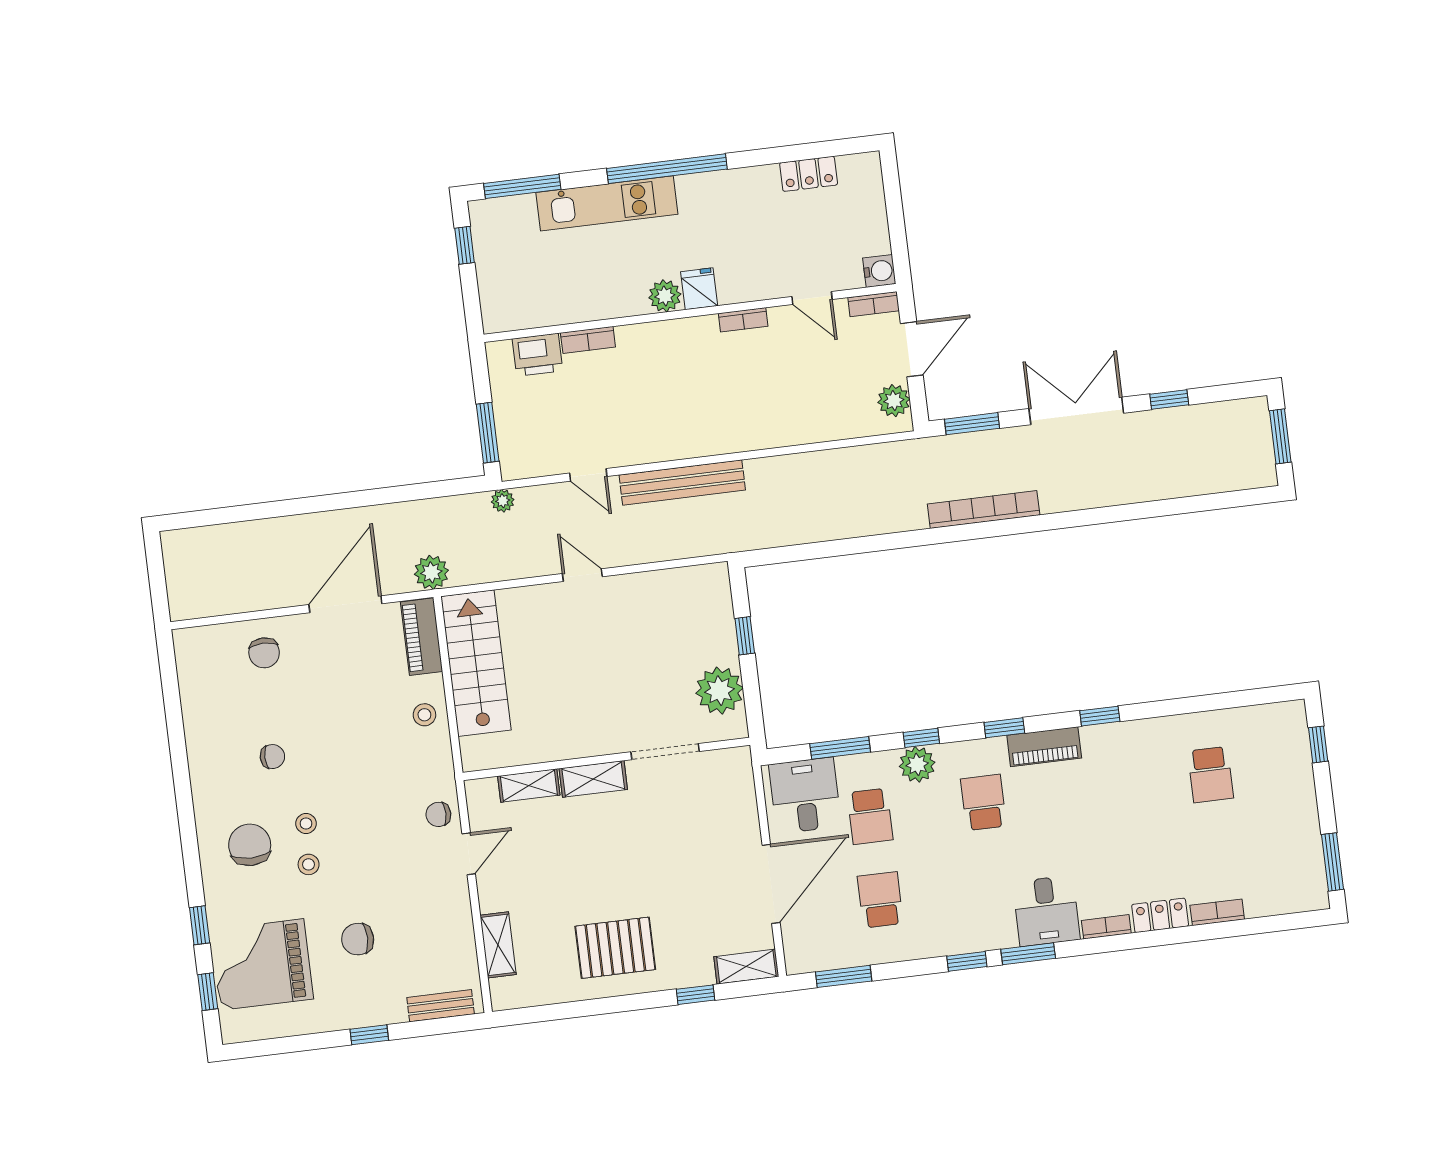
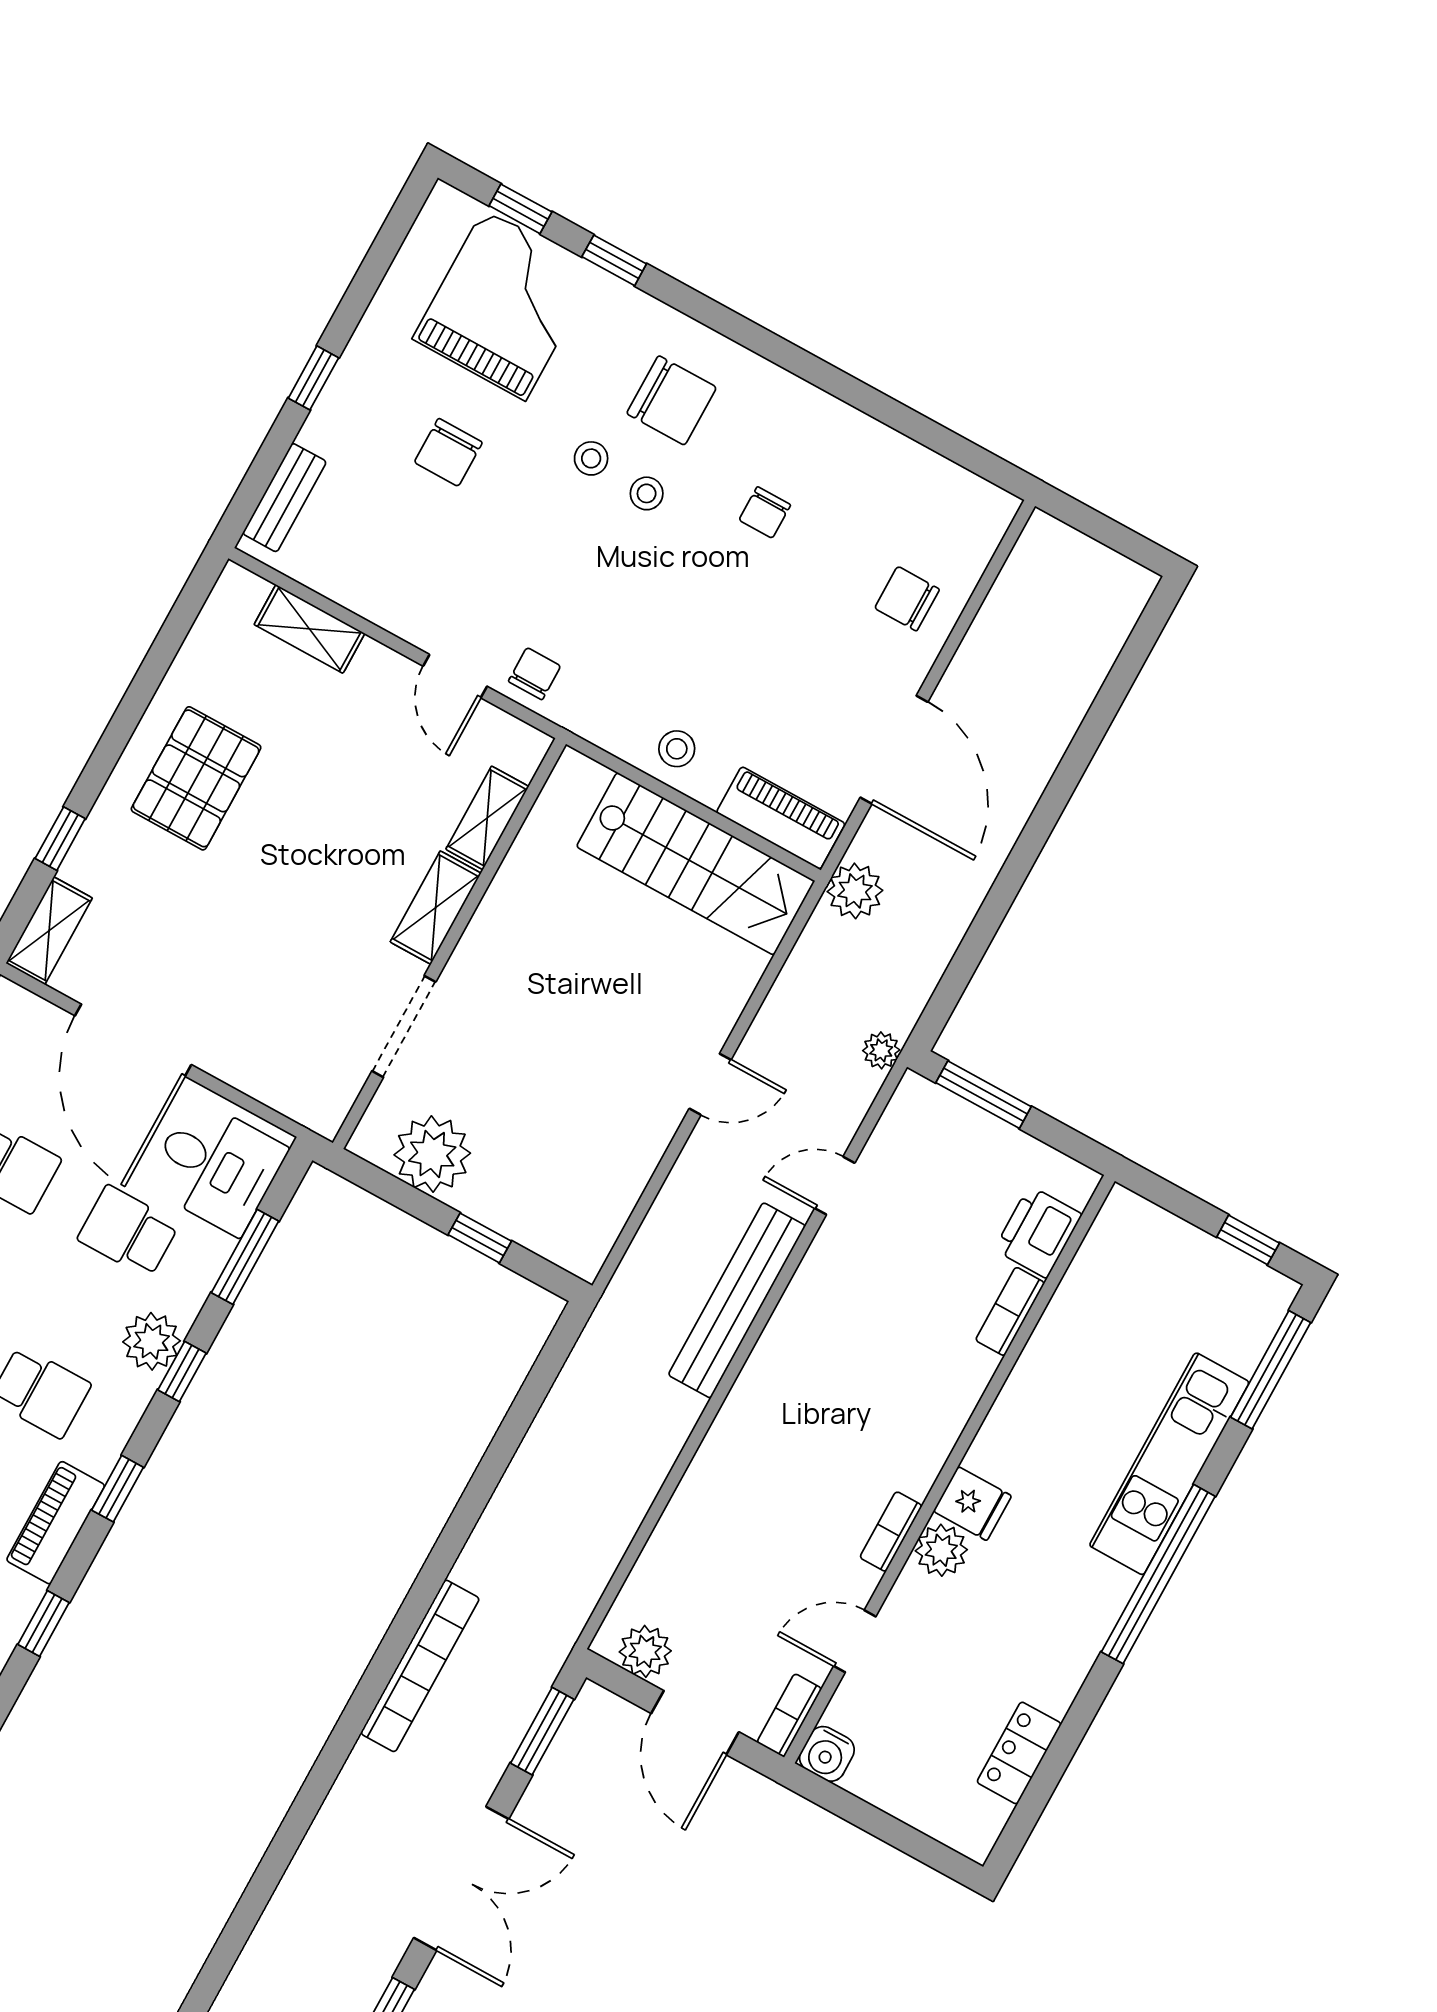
plant: (665, 296) -> (941, 1550), moved
chair: (358, 939) -> (448, 452), turned 180

